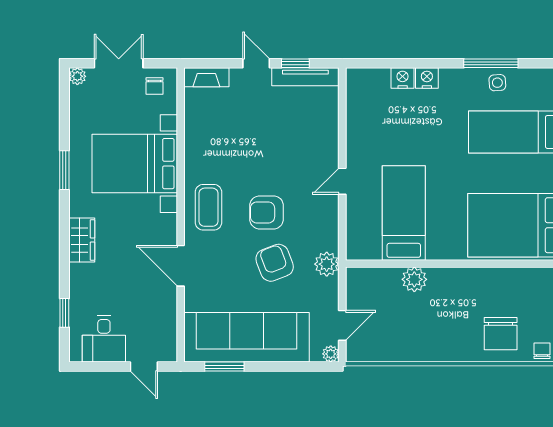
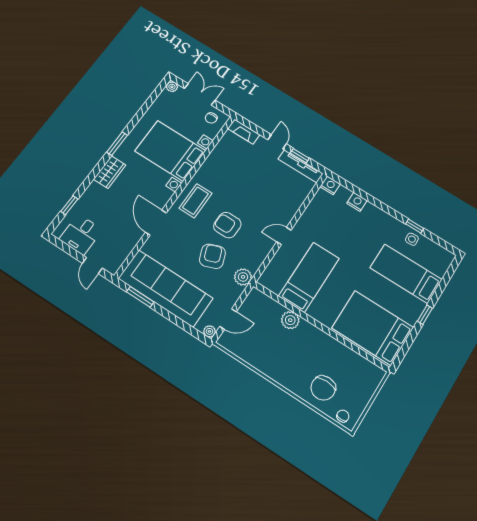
window: (491, 63) -> (415, 226), width x0.46
nightstand: (427, 78) -> (330, 185), moved
window: (64, 170) -> (117, 144), moved

